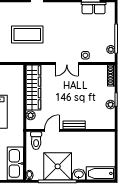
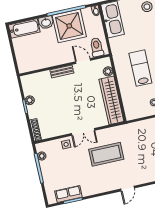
coffee table: (27, 34) -> (106, 154), moved
double door: (67, 63) -> (83, 132), swing flipped
door: (52, 130) -> (83, 61), swing flipped

